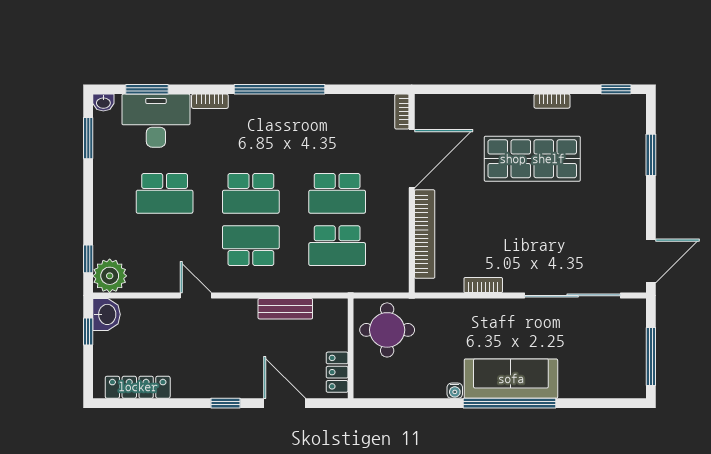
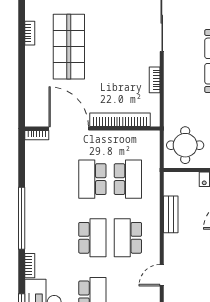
school desk: (337, 193) -> (92, 179), turned 180

